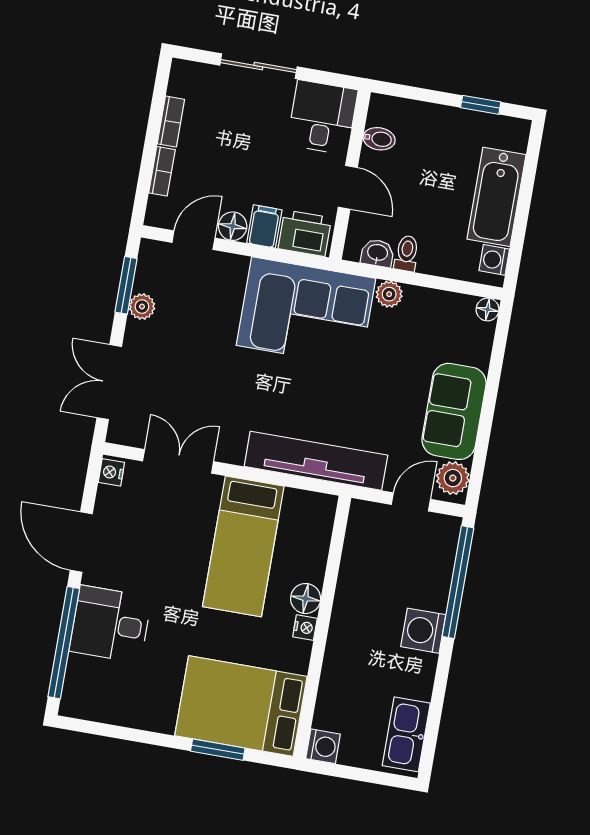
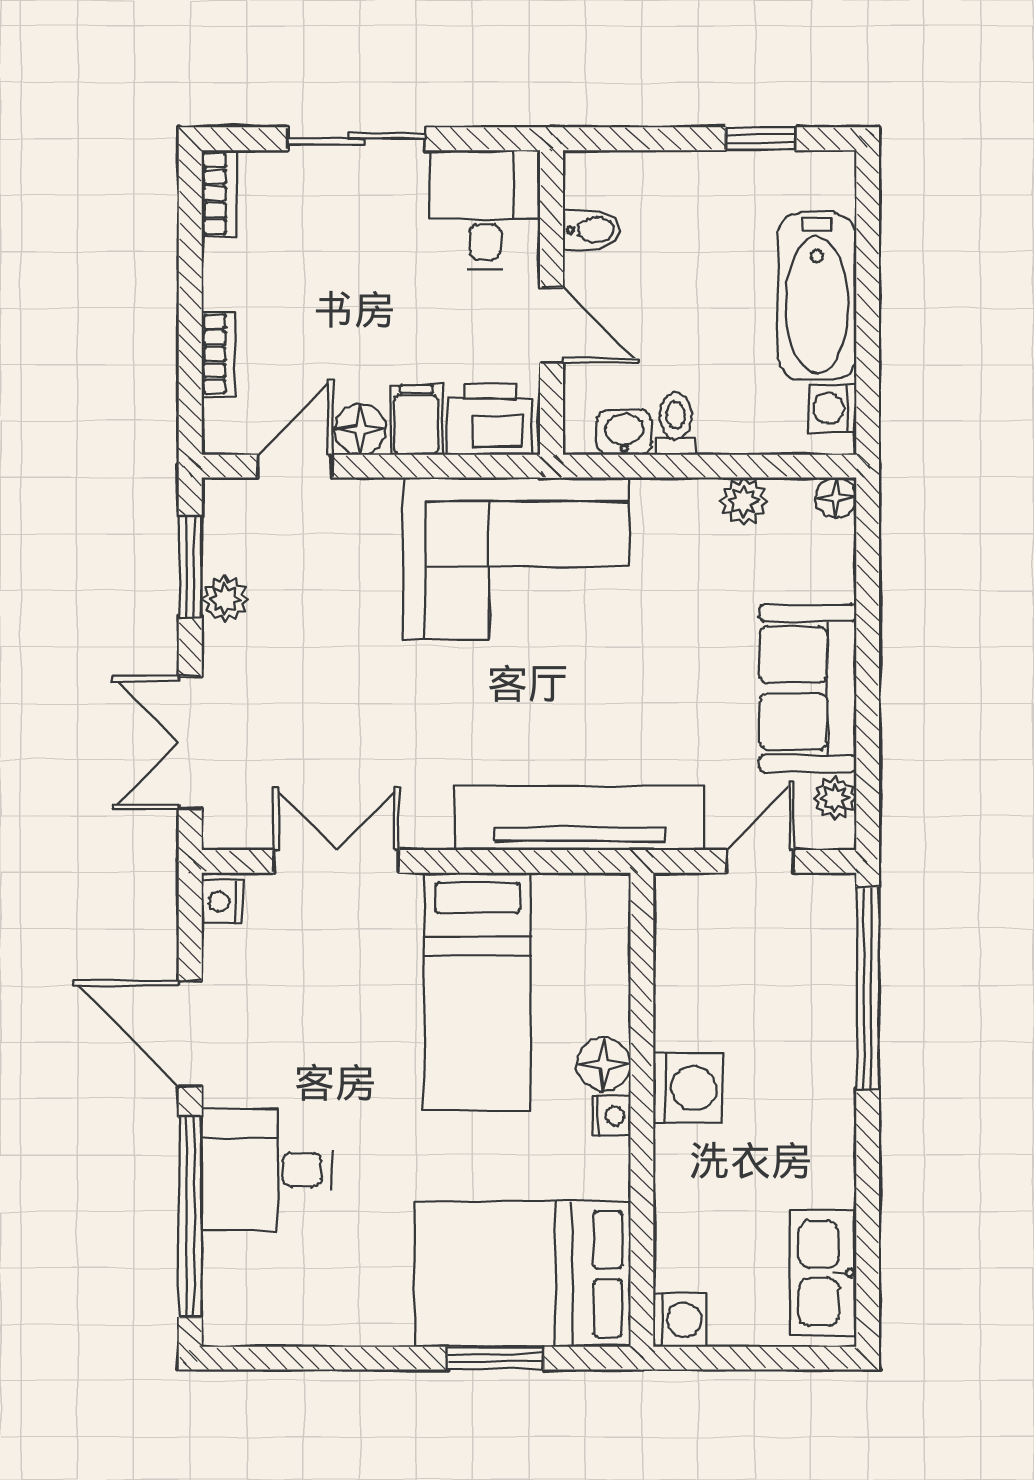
bookcase: (171, 122) -> (219, 194), moved
plant: (389, 294) -> (744, 501), moved
plant: (453, 478) -> (835, 798), width x0.73, depth x0.73
washing machine: (423, 631) -> (688, 1088), moved, turned 180

